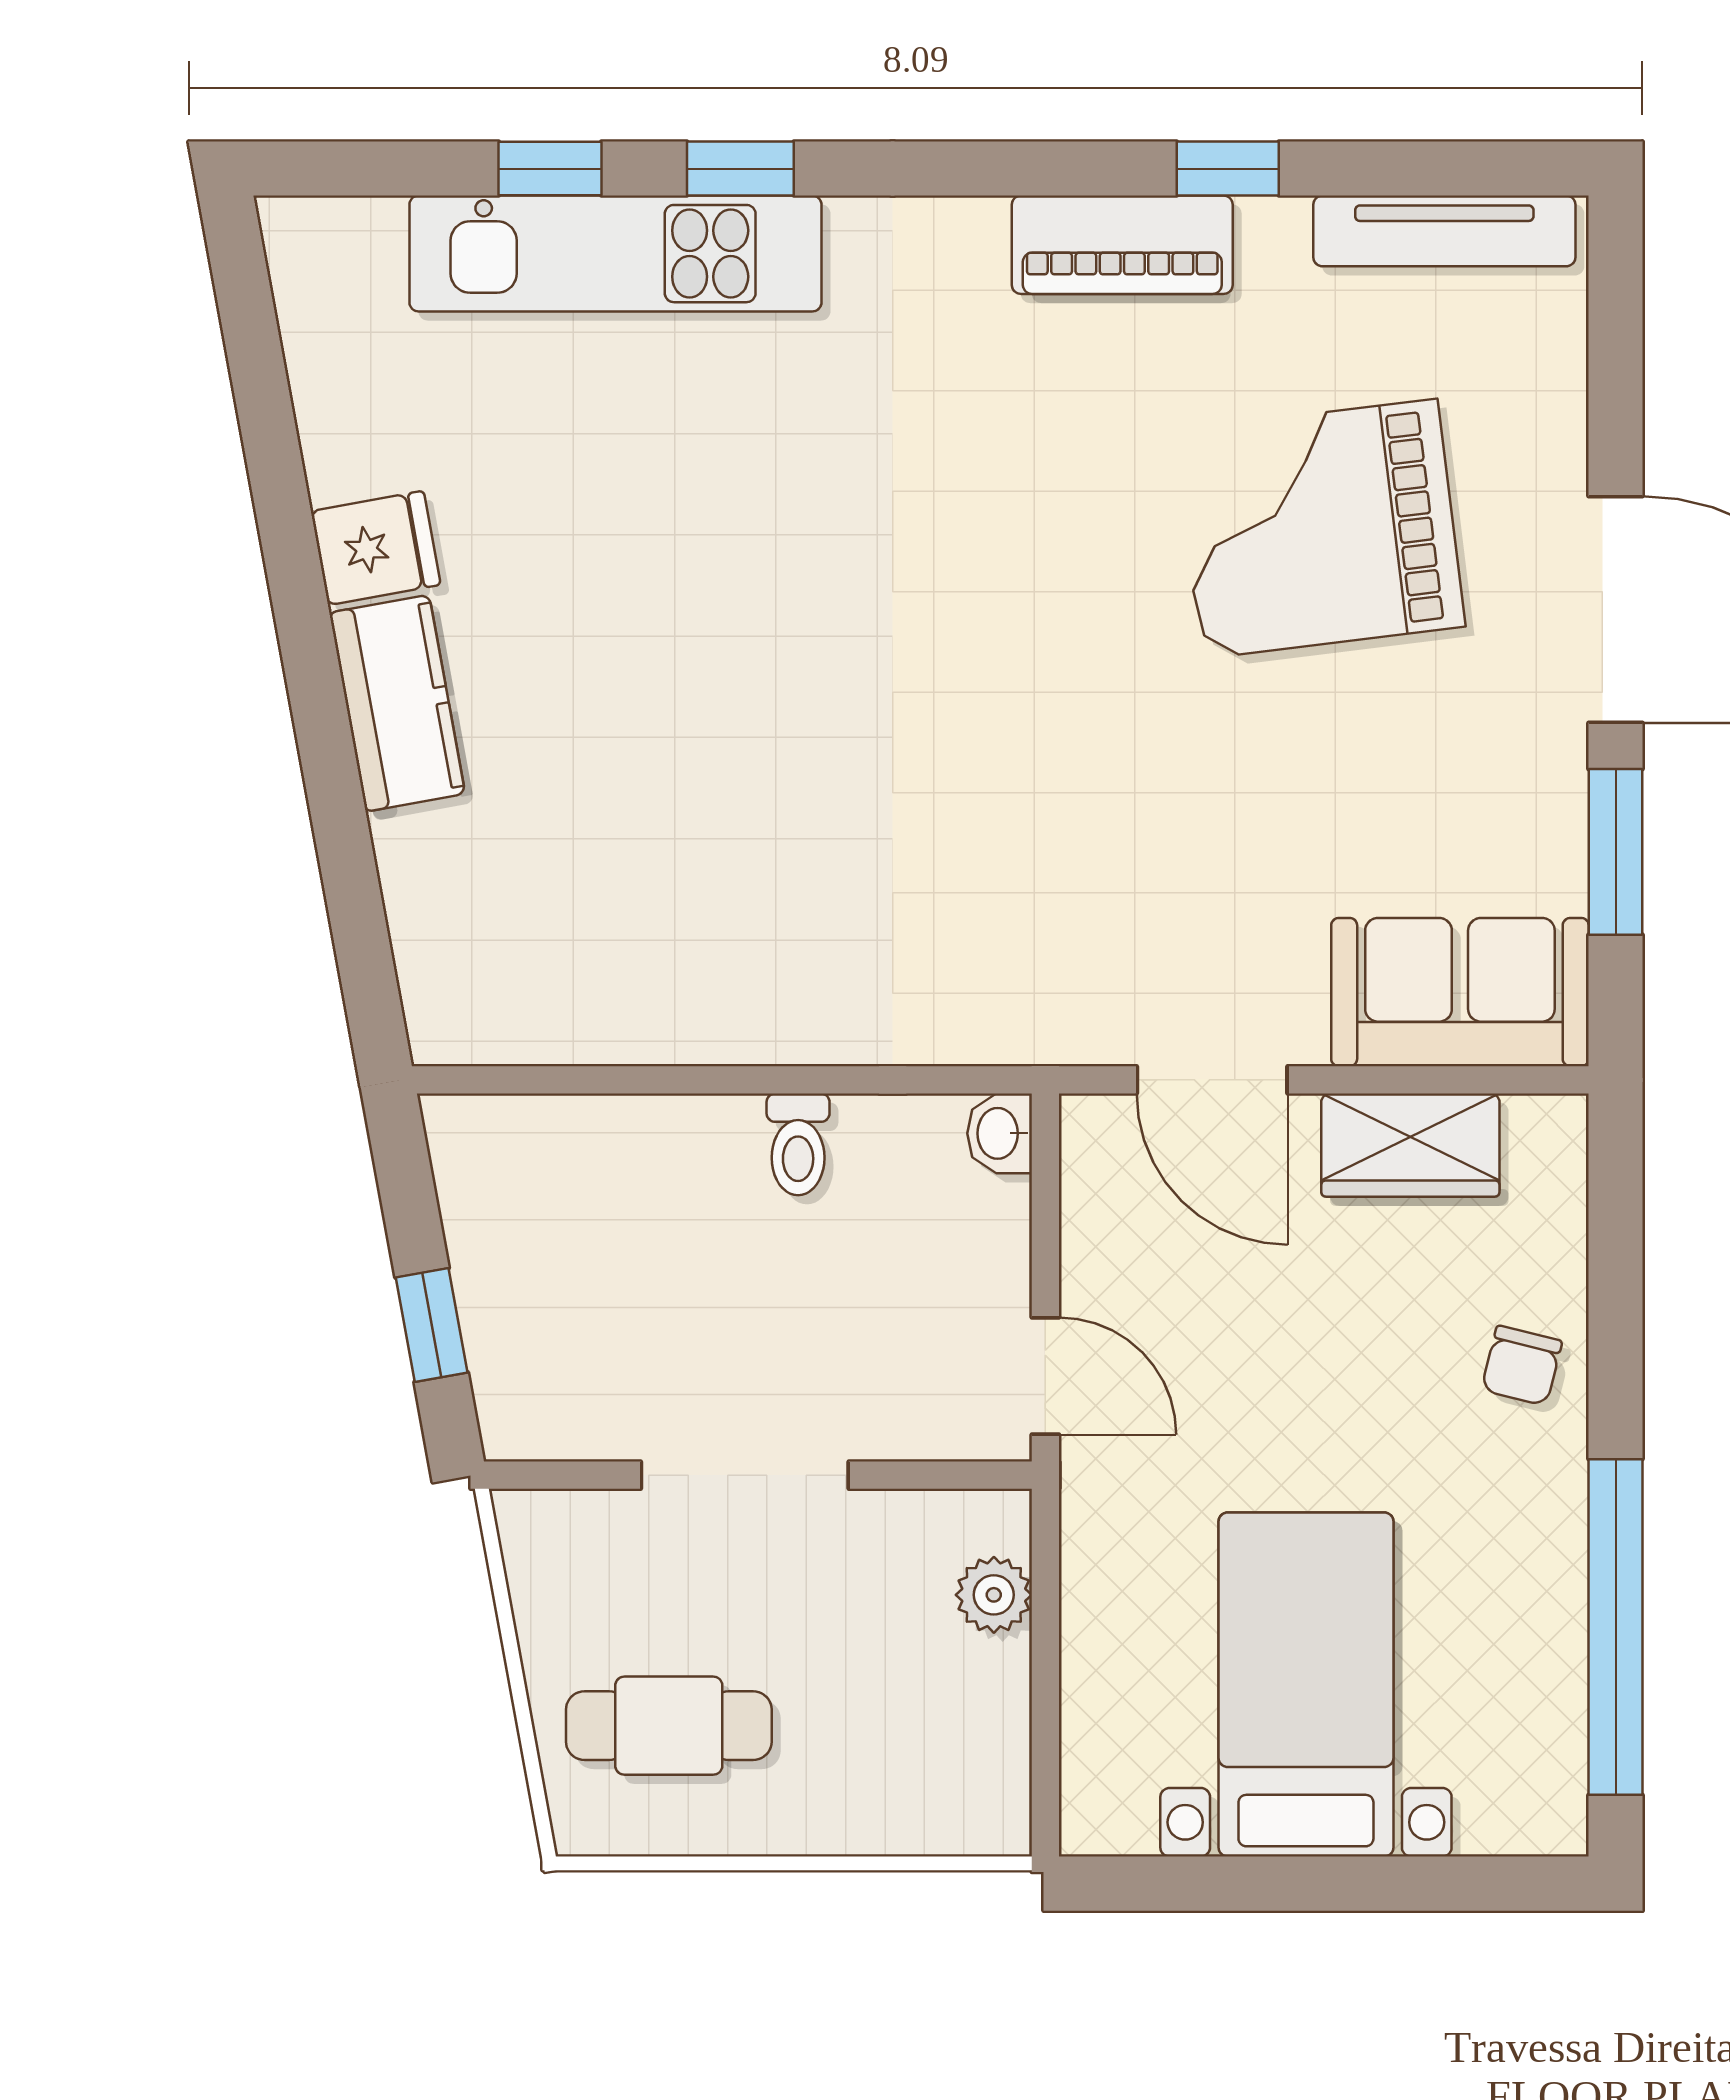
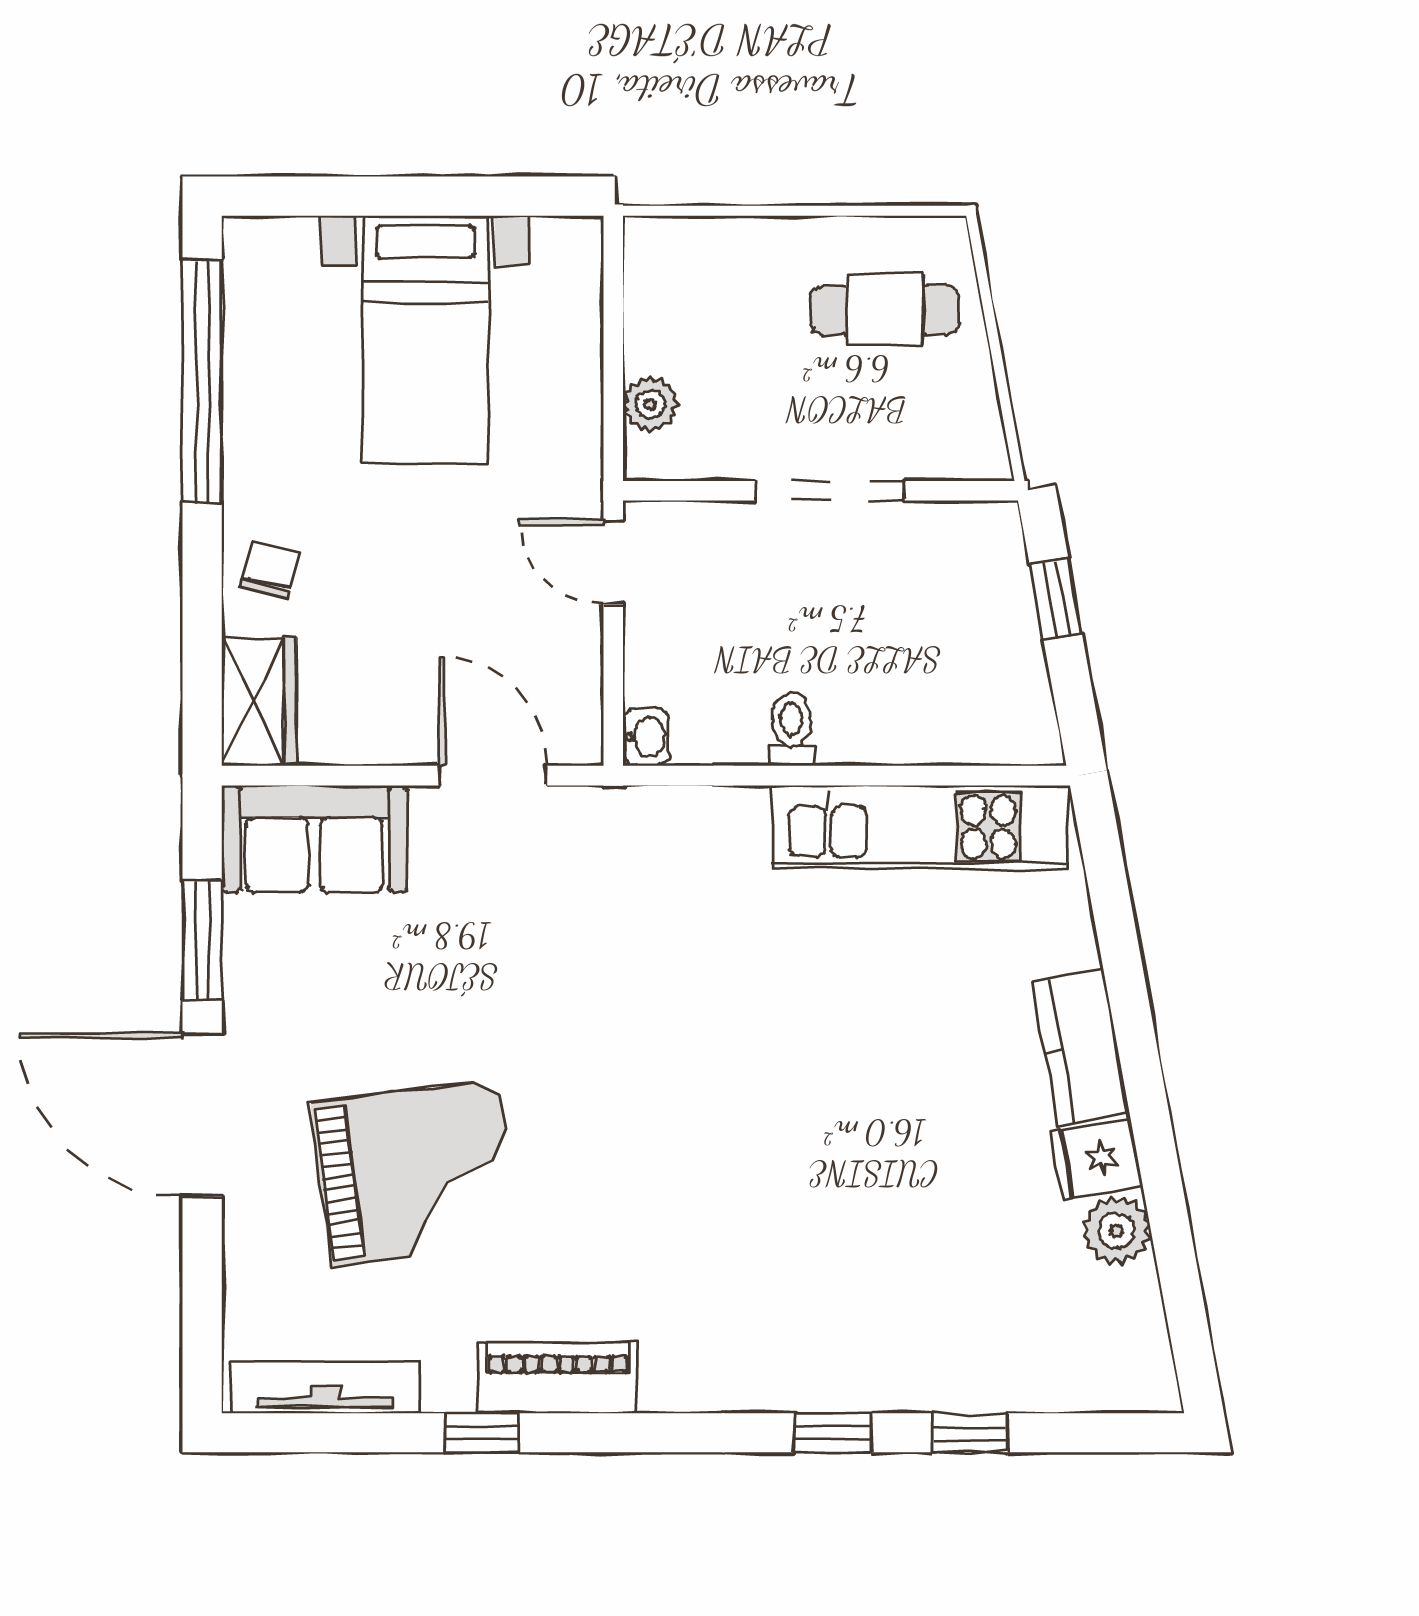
kitchen unit: (615, 254) -> (920, 827), moved, turned 180
plant: (347, 449) -> (1116, 1230), added
wardrobe: (1410, 1145) -> (259, 702), moved, turned 90

